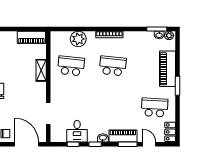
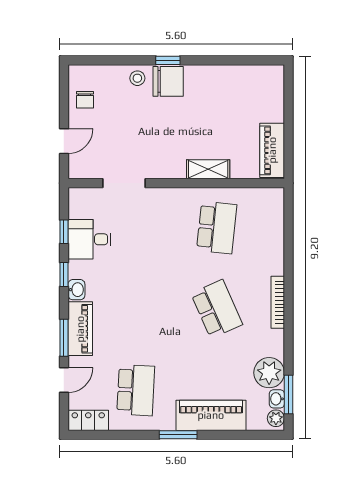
plant: (78, 39) -> (269, 373), moved
school desk: (113, 66) -> (217, 309), turned -30
door: (27, 144) -> (64, 141), width x0.53

